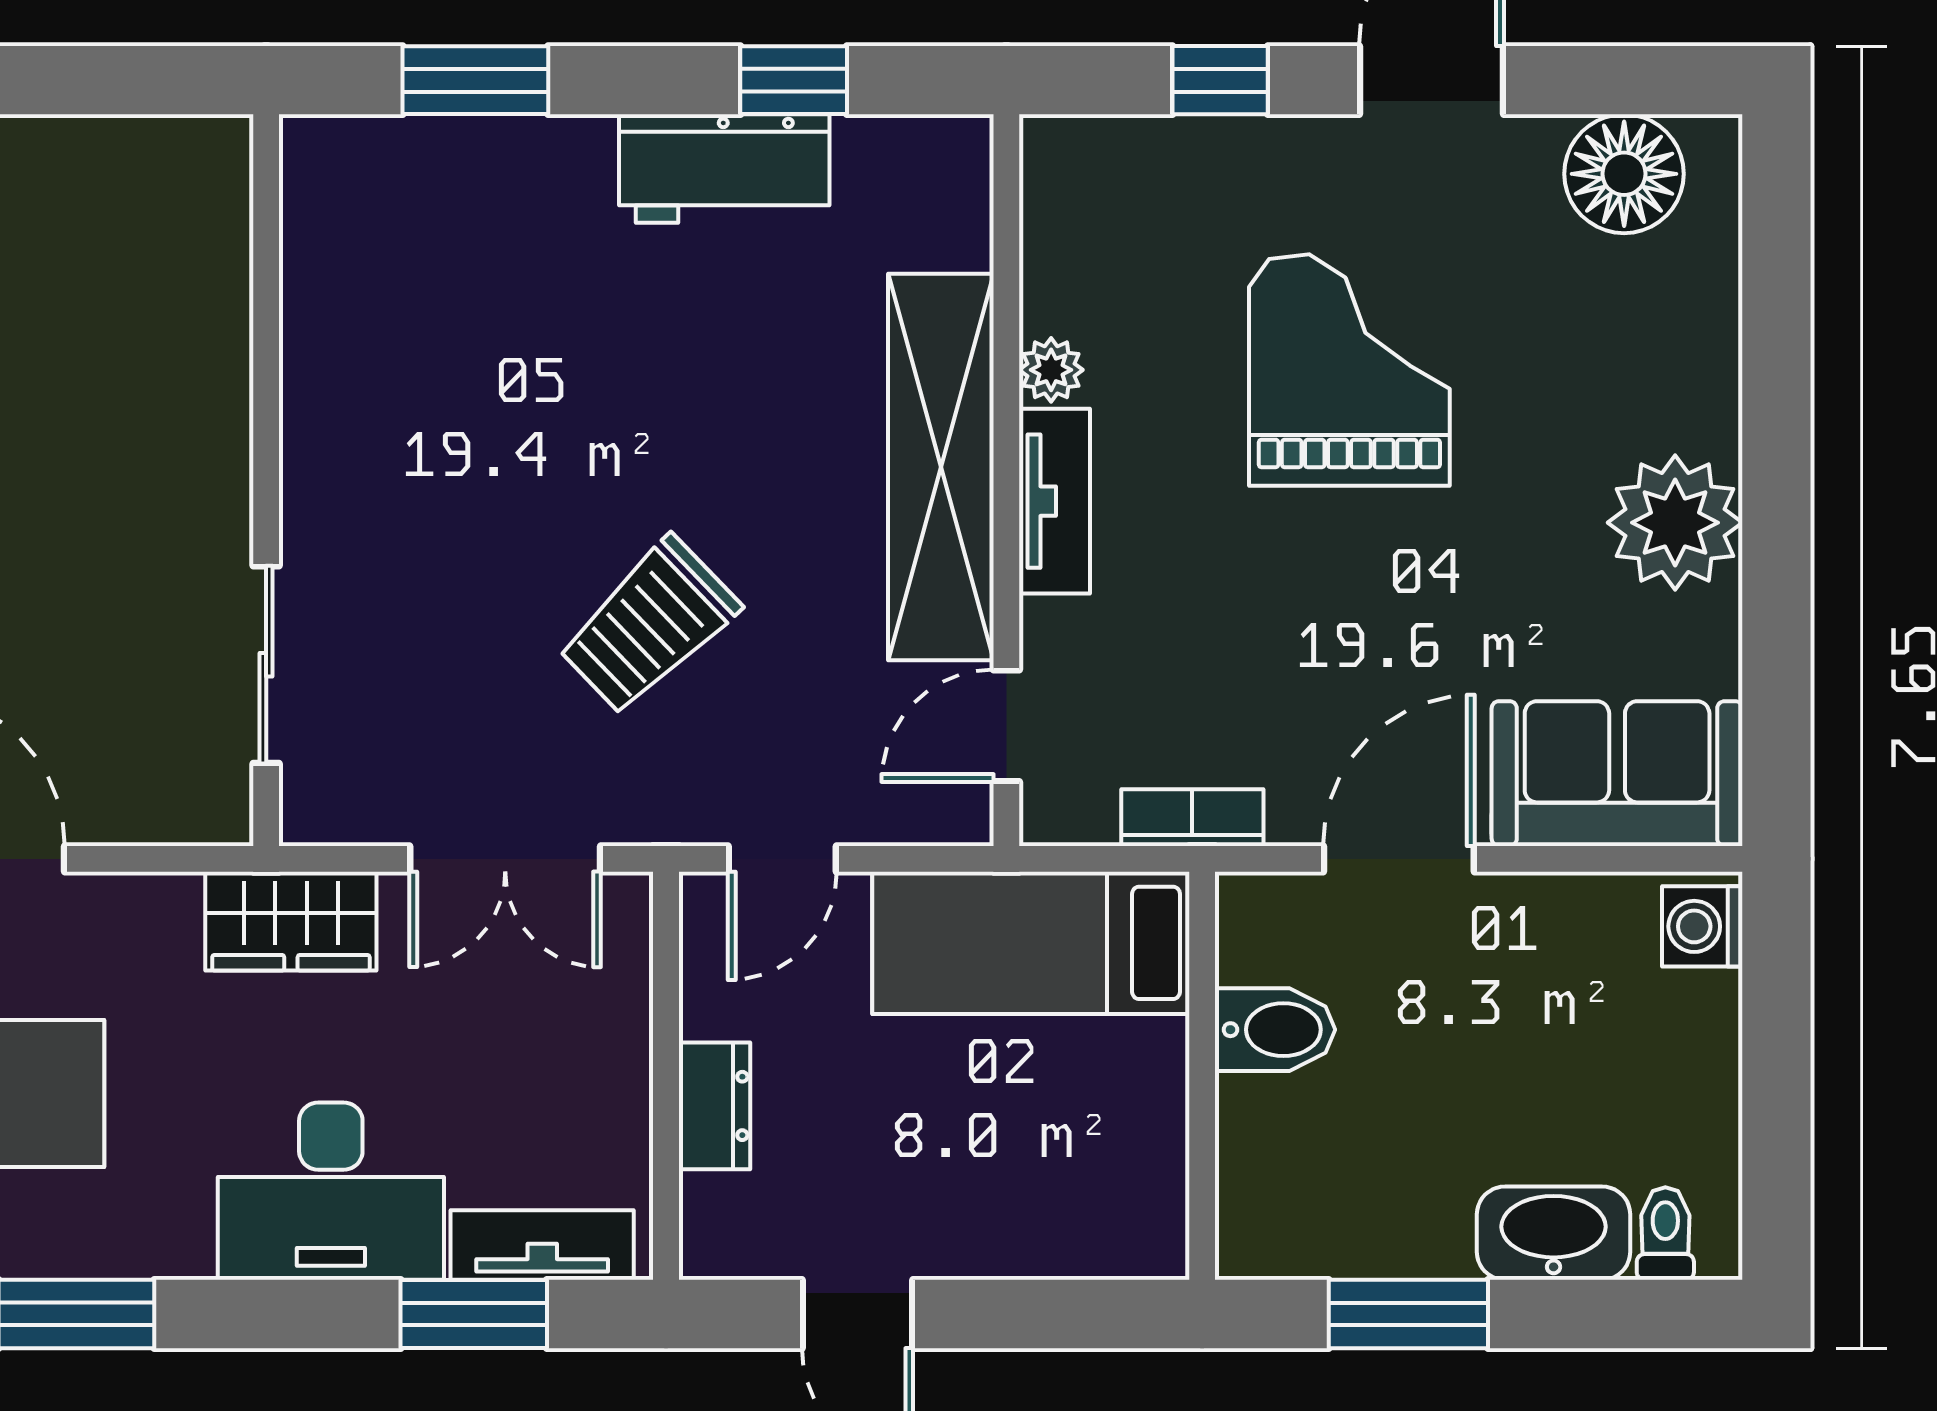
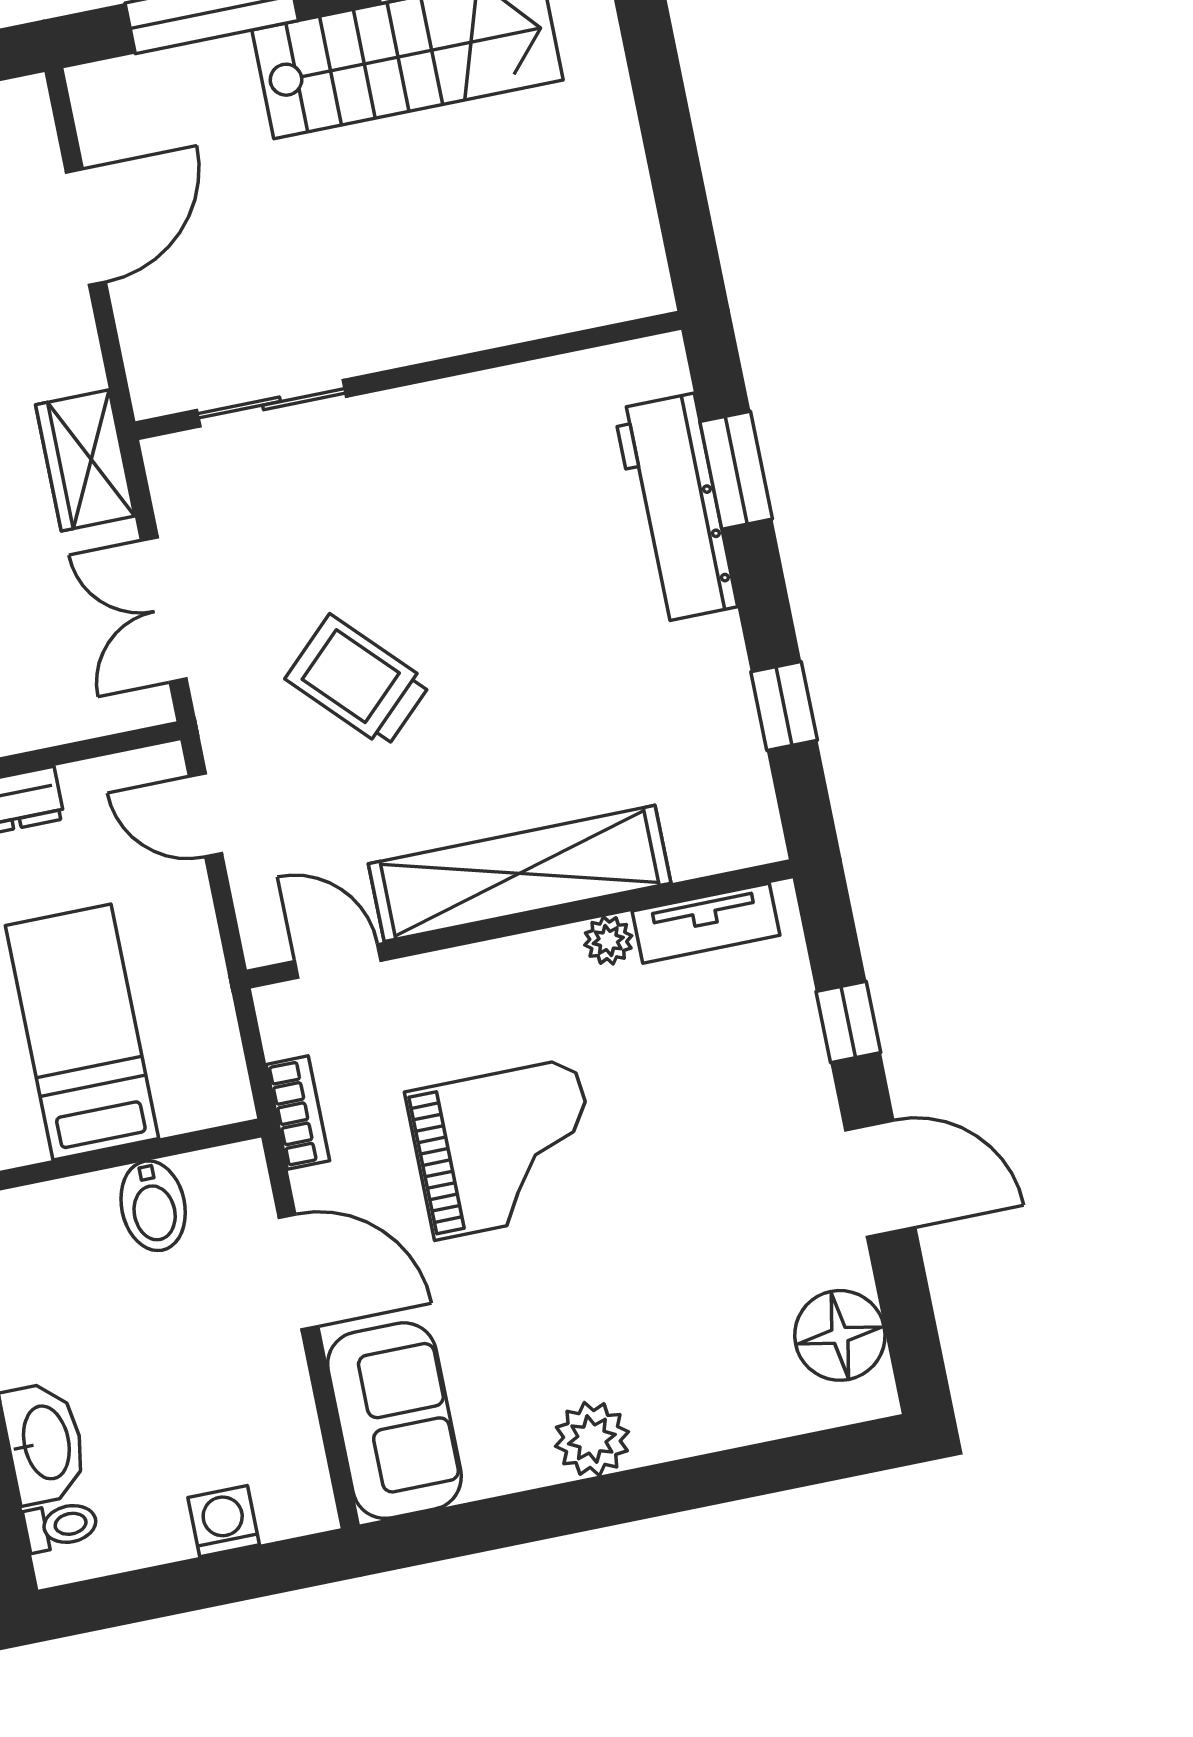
workbench: (724, 169) -> (676, 508), moved, width x1.37
grand piano: (1349, 370) -> (505, 1149), moved
tv unit: (1054, 501) -> (706, 923), moved
plant: (1675, 523) -> (592, 1439), width x0.73, depth x0.73
washing machine: (1702, 926) -> (224, 1521), moved
bed: (1031, 943) -> (82, 1032), moved

